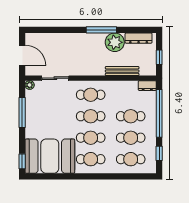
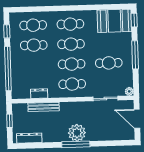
window: (101, 30) -> (76, 144), moved
plant: (115, 42) -> (77, 133), moved
dresser: (147, 86) -> (39, 94), moved
window: (22, 113) -> (135, 55), moved
cafe table: (131, 116) -> (109, 63), moved
booth: (50, 156) -> (114, 21), width x0.73, depth x0.70

